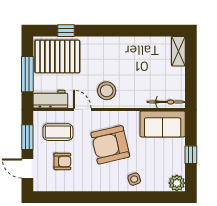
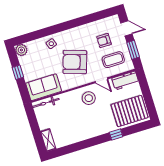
window: (66, 31) -> (116, 135), moved
window: (27, 74) -> (146, 93), removed
armchair: (110, 145) -> (75, 62), turned -149

